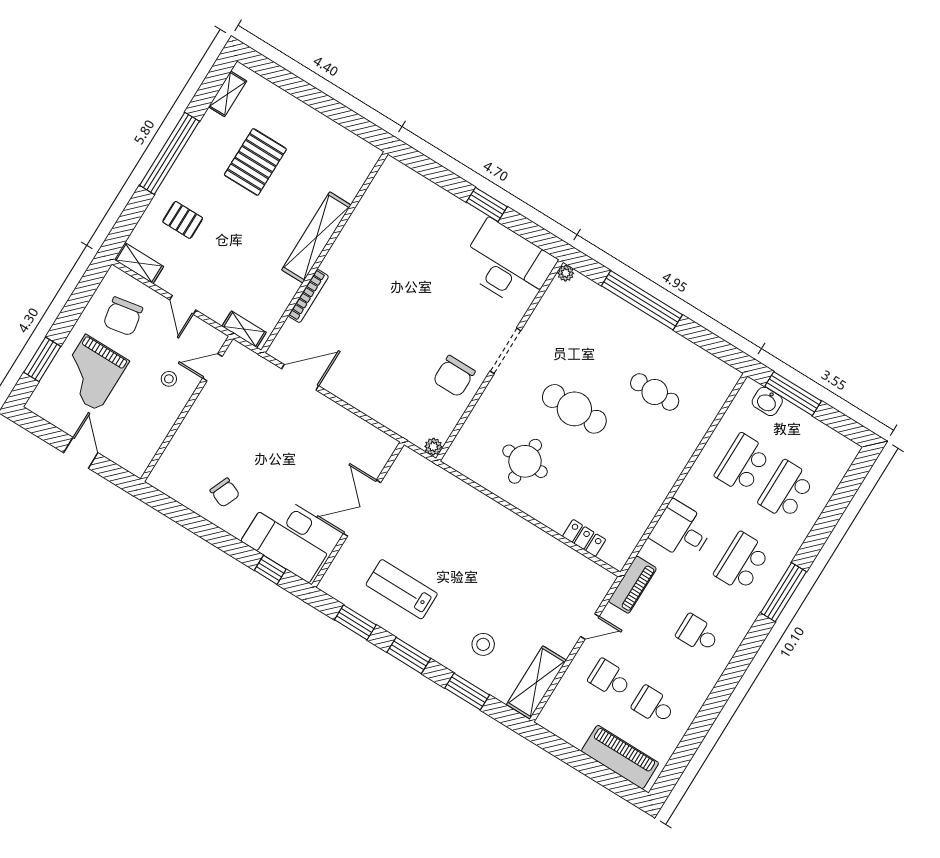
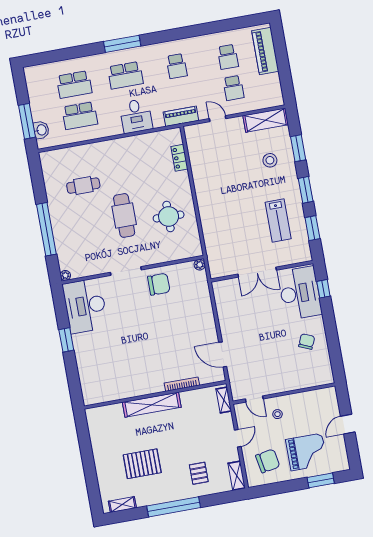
cafe table: (655, 392) -> (83, 186), turned 90

